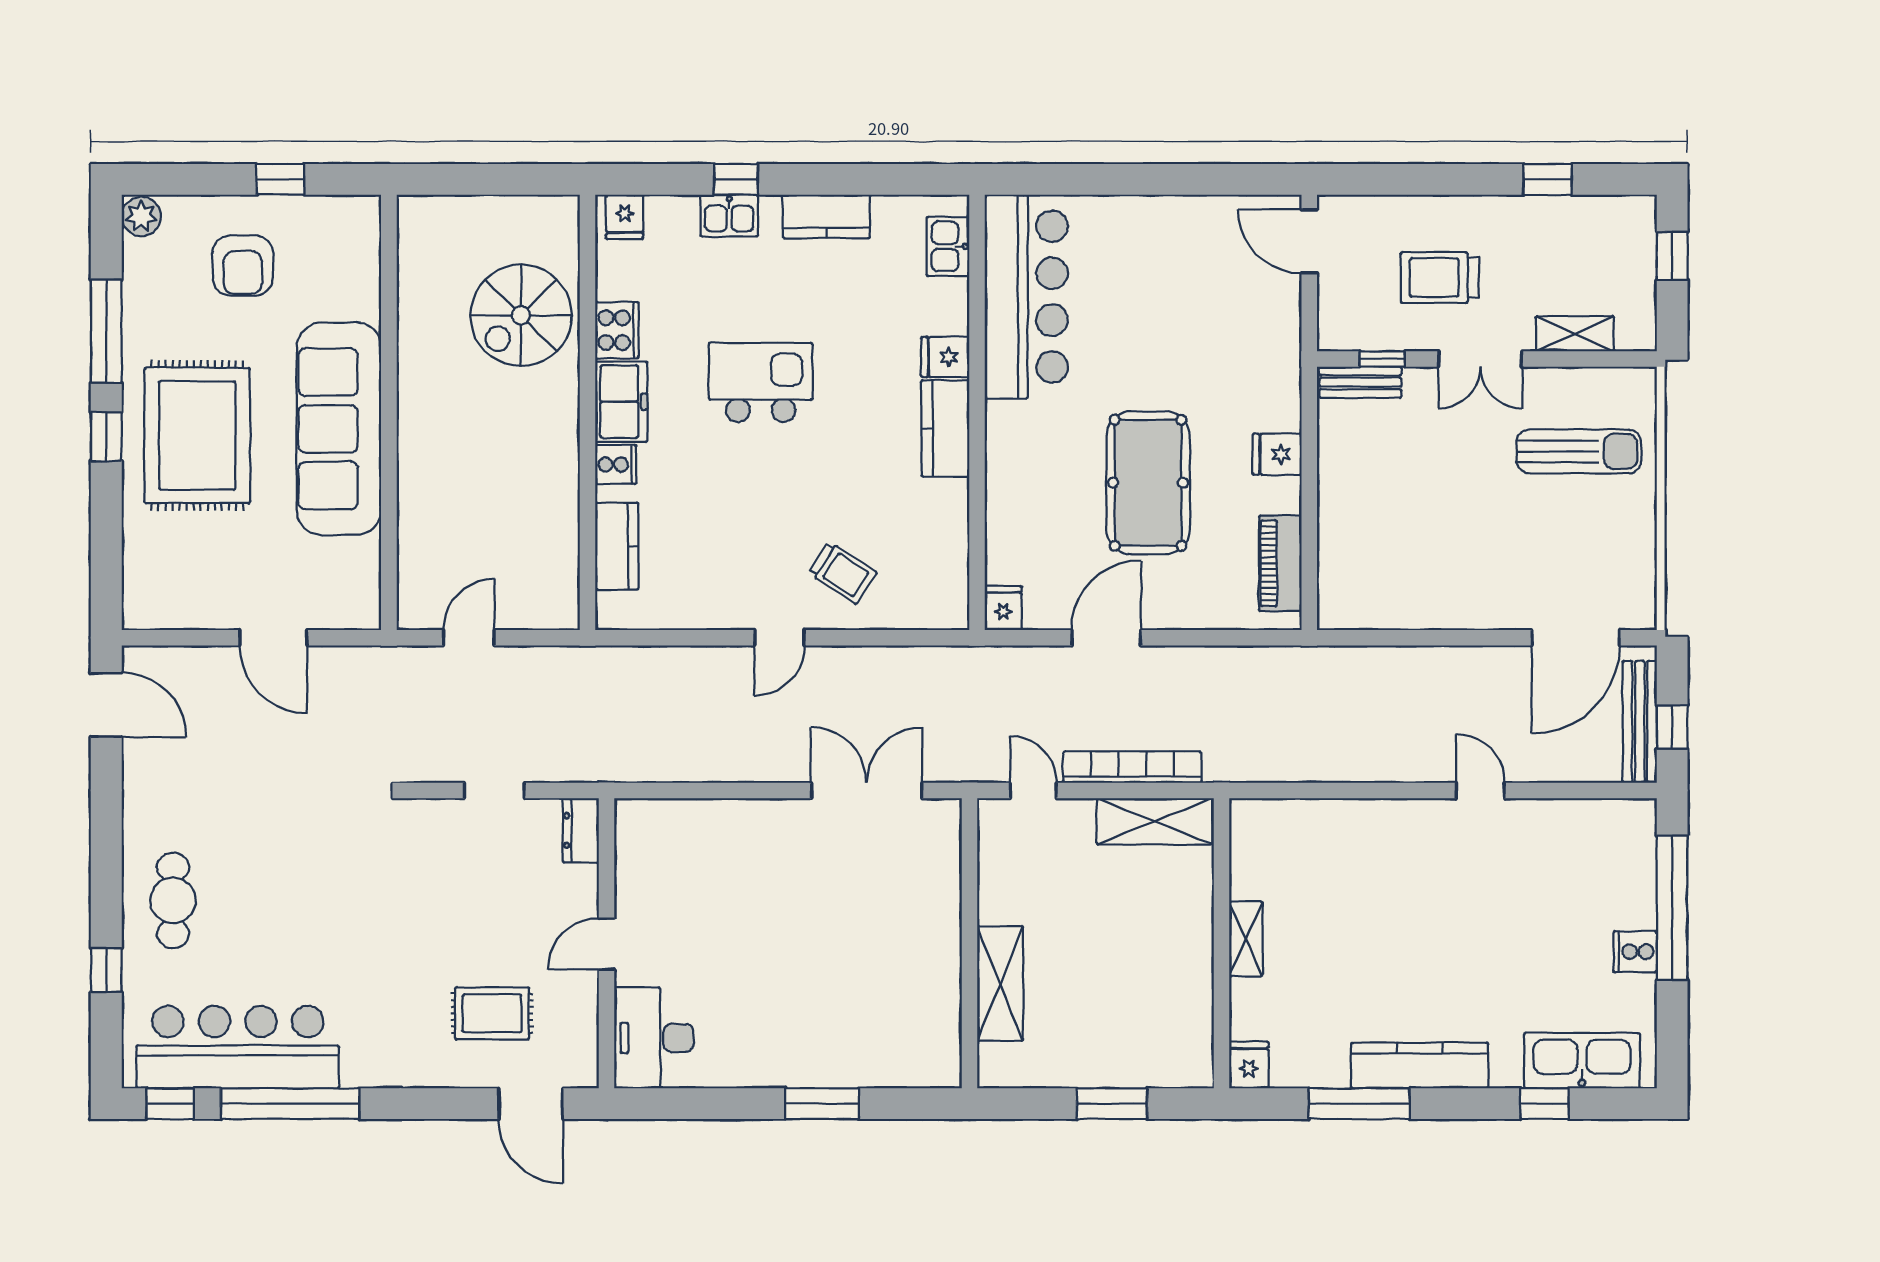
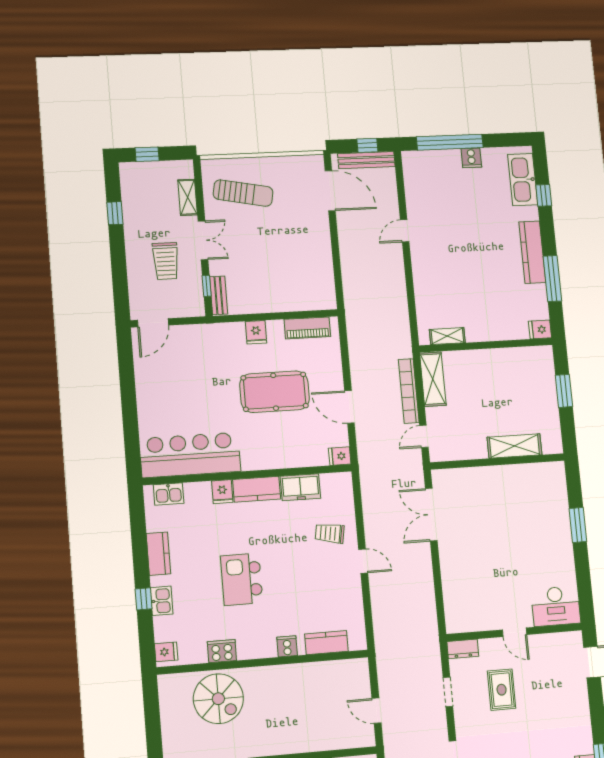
freezer: (621, 402) -> (300, 487), moved, turned 180
sun lounger: (1579, 451) -> (243, 193), turned 101
trolley: (843, 573) -> (330, 533), turned -113
shelving: (1246, 939) -> (447, 336), moved
rug: (492, 1013) -> (502, 690), moved

